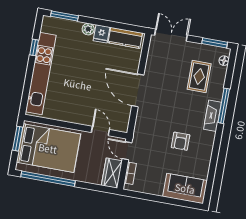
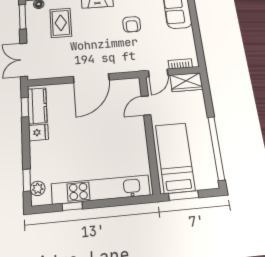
window: (64, 16) -> (27, 180), width x0.67
window: (127, 27) -> (25, 107), added
plant: (88, 29) -> (38, 188), moved
rug: (199, 76) -> (61, 23), turned 90
armchair: (181, 141) -> (132, 24), turned 90
bed: (48, 148) -> (175, 157), width x0.67

